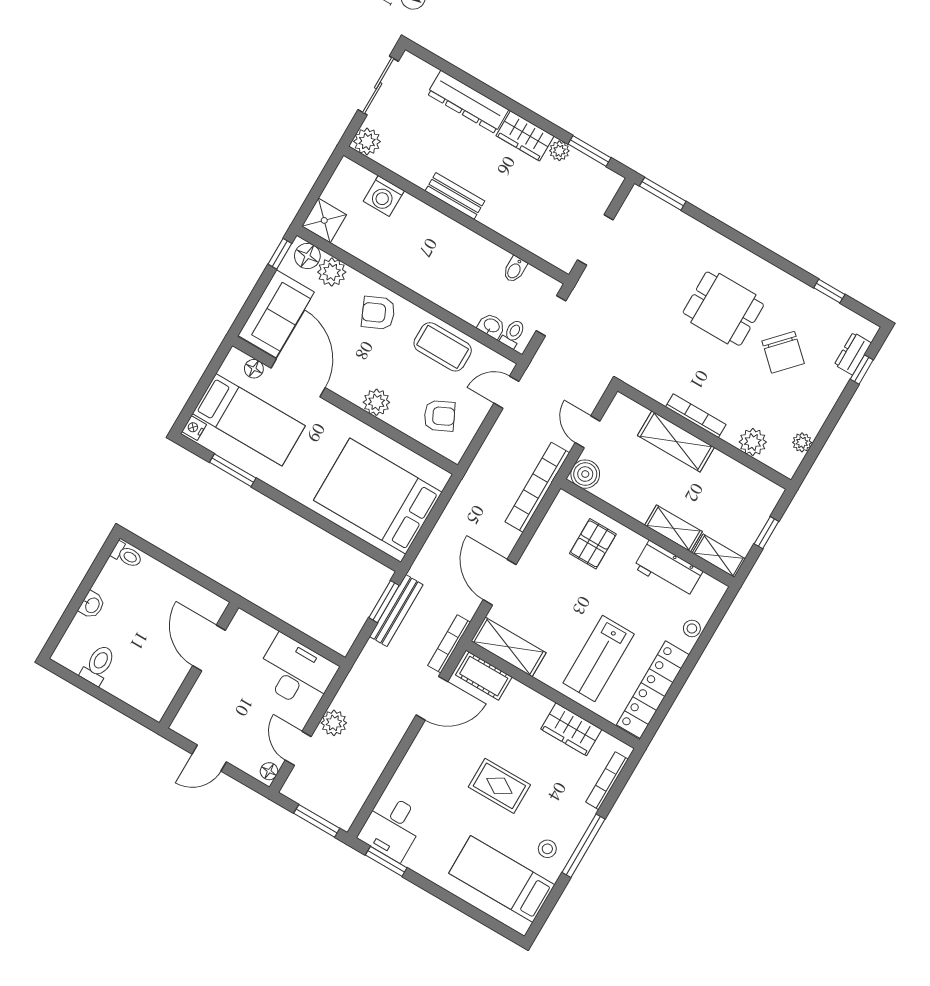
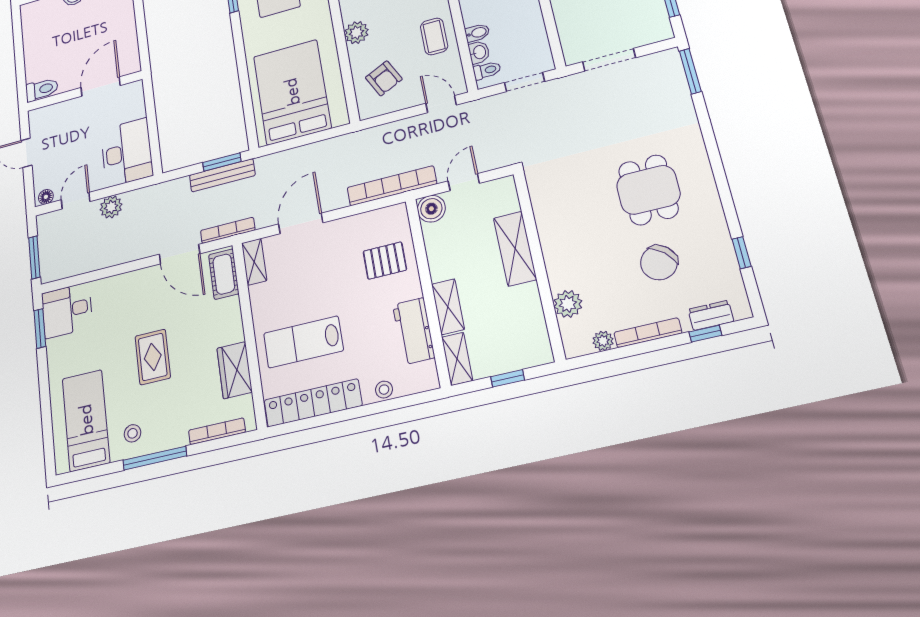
bidet: (515, 269) -> (477, 33), moved, turned 180
coffee table: (443, 347) -> (434, 36), width x0.73, depth x0.77
bookcase: (696, 416) -> (648, 333), moved, turned -90
shelving: (509, 647) -> (254, 262), width x0.67, depth x0.75
toilet: (98, 665) -> (42, 89), moved

